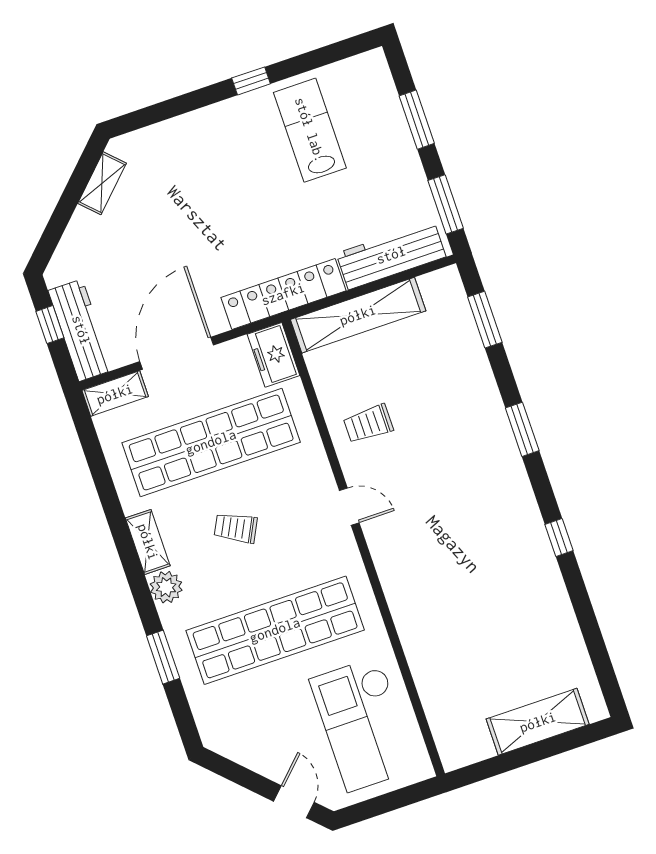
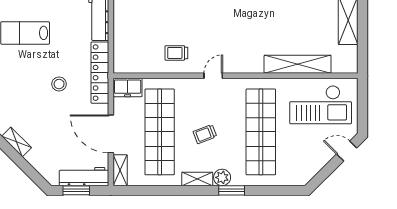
stool: (237, 225) -> (59, 84), added
shelving: (358, 315) -> (298, 64), moved, turned 90
window: (50, 325) -> (76, 190), width x1.50
trolley: (368, 424) -> (176, 53), turned 90
trolley: (236, 528) -> (205, 134), turned 42
window: (163, 657) -> (232, 190), moved

